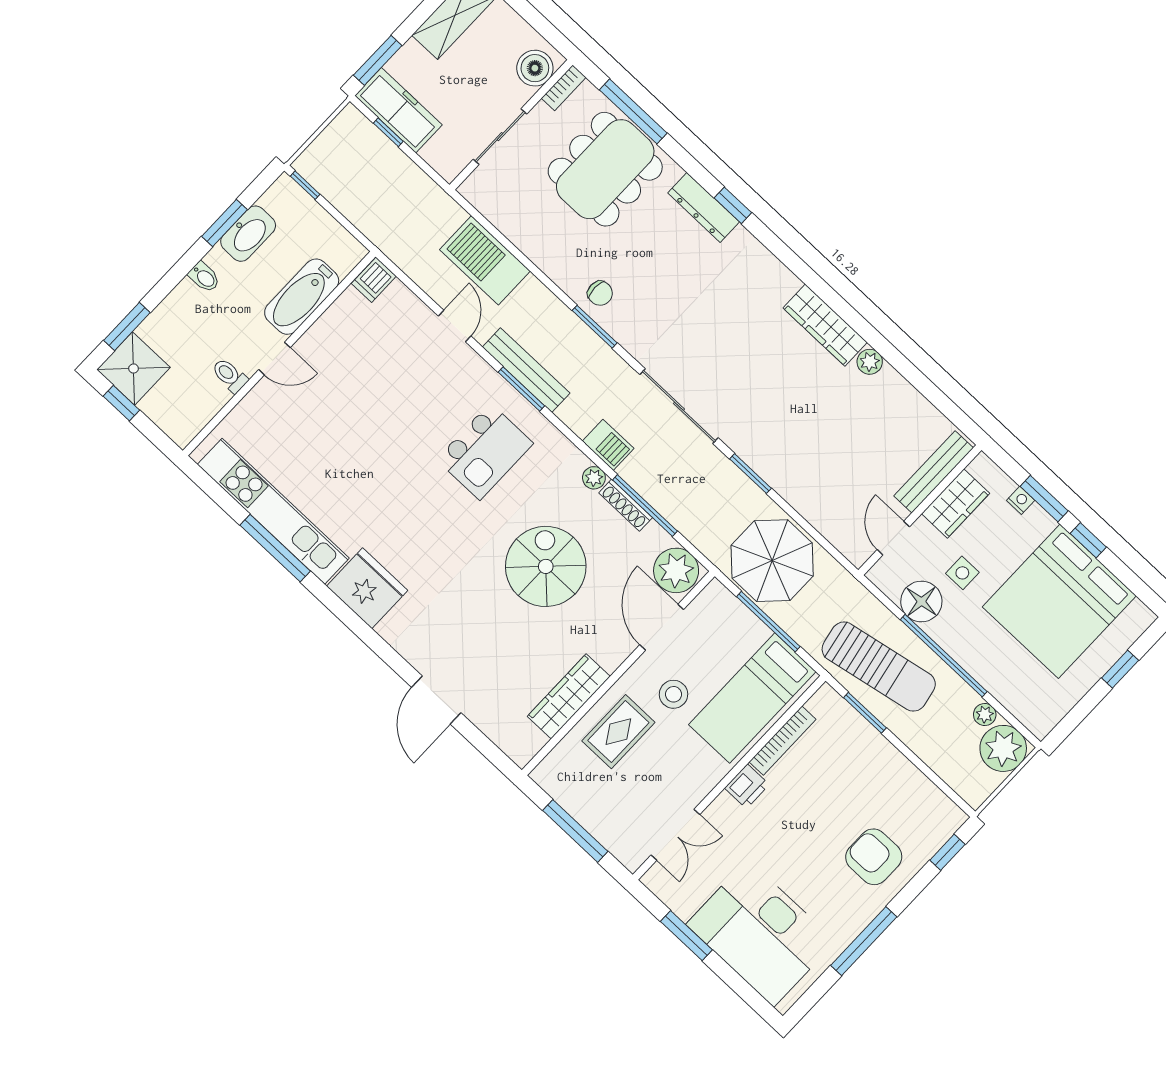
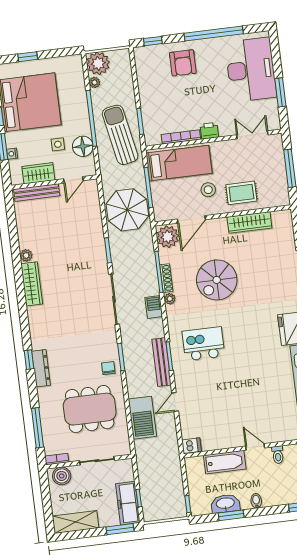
dining table: (605, 169) -> (90, 409), moved
window: (864, 941) -> (214, 34), width x1.46

